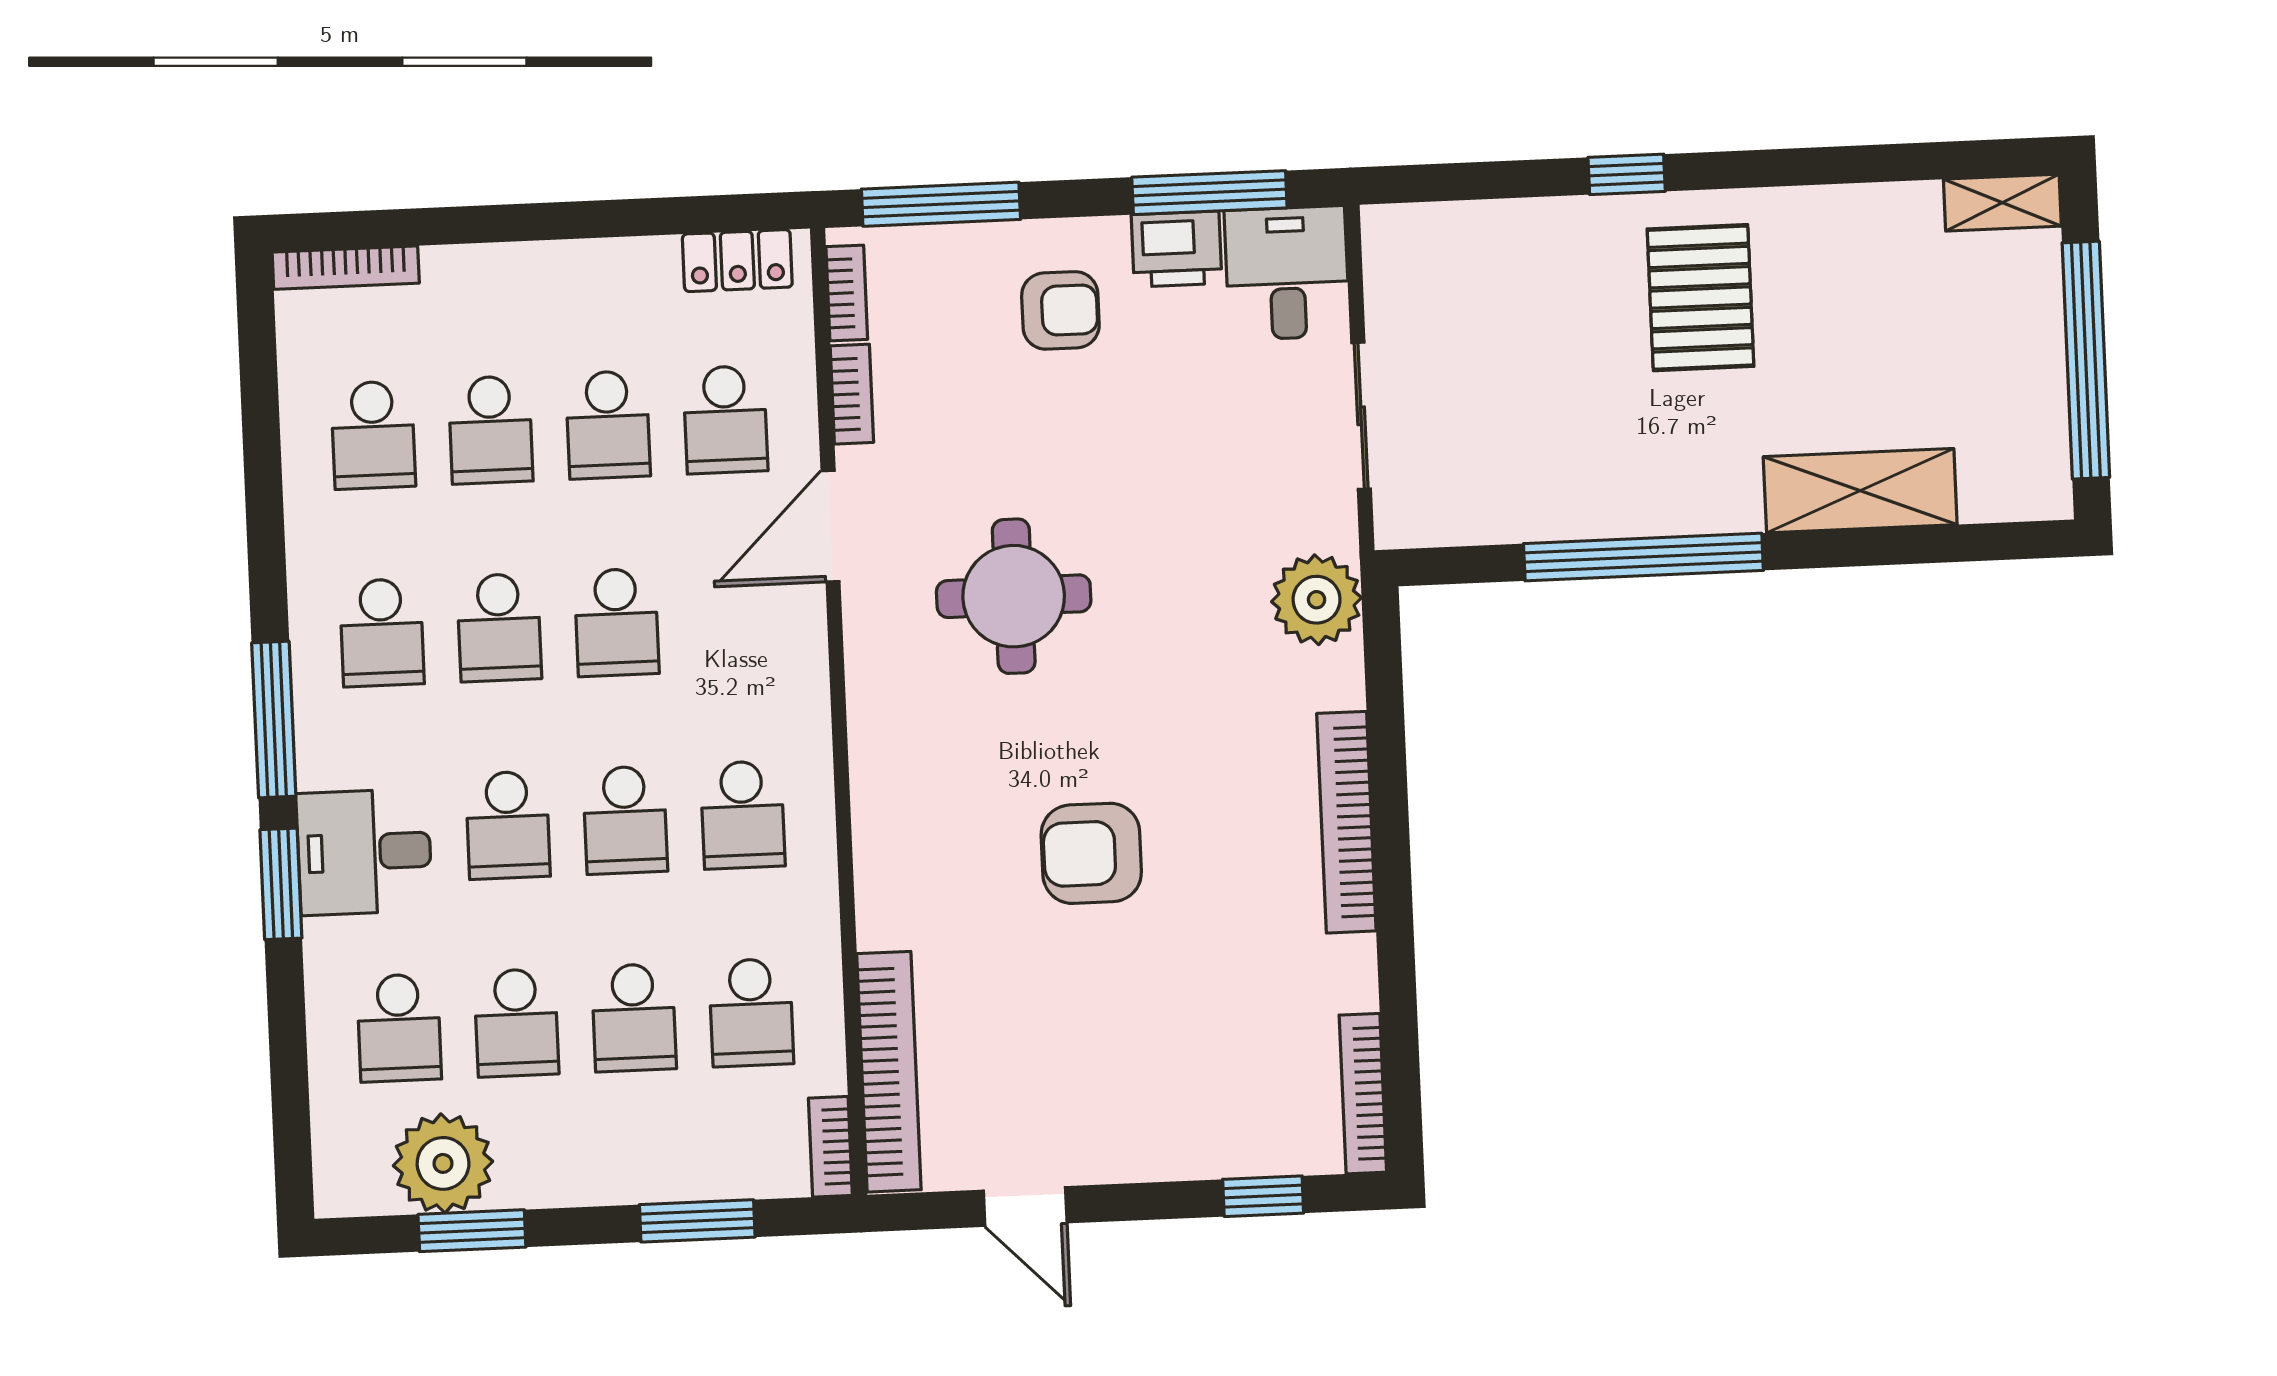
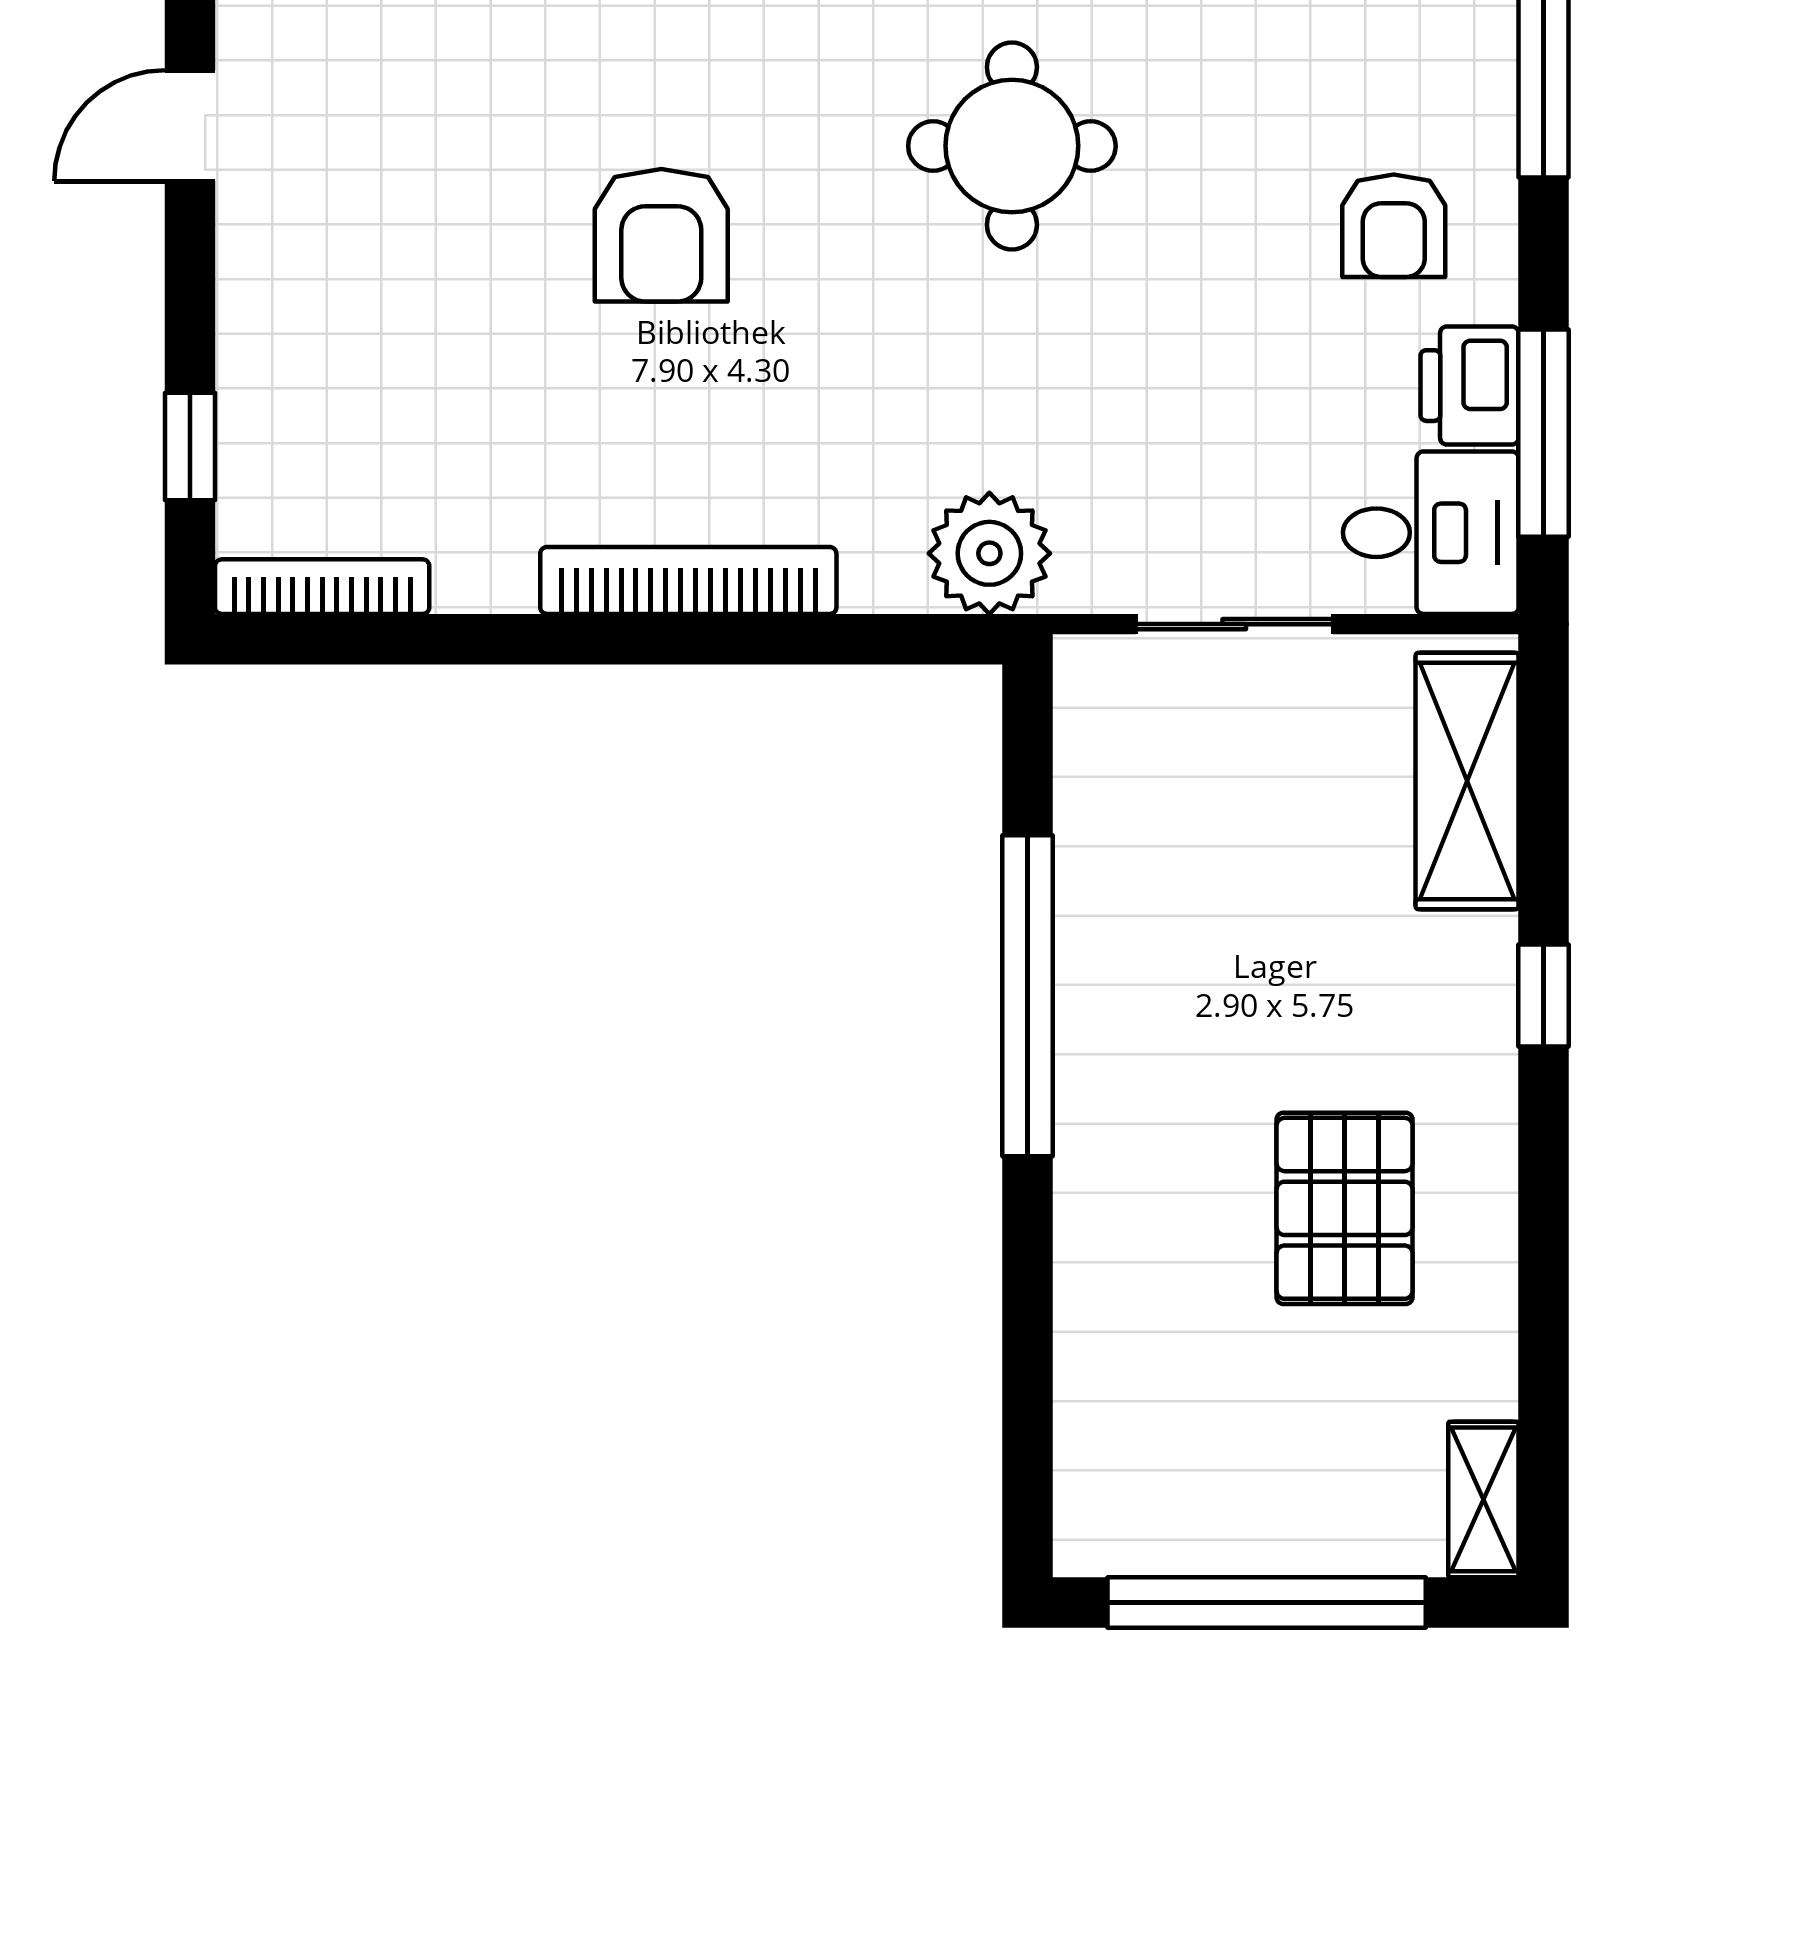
pallet: (1700, 298) -> (1345, 1208), moved, turned 90
shelving: (1860, 491) -> (1467, 781), moved
armchair: (1091, 853) -> (661, 235), turned 180

